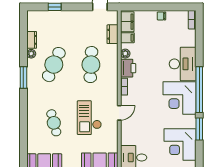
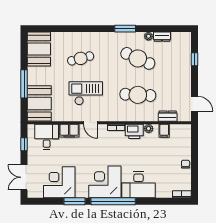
filing cabinet: (127, 22) -> (69, 131), moved

